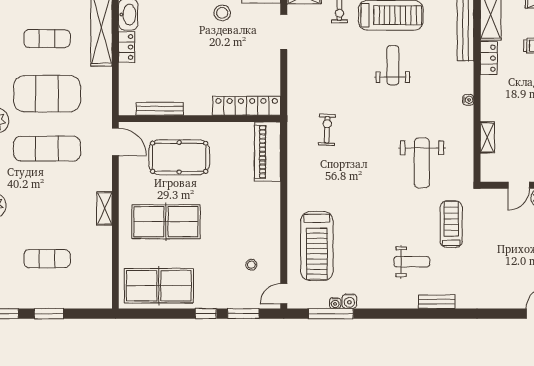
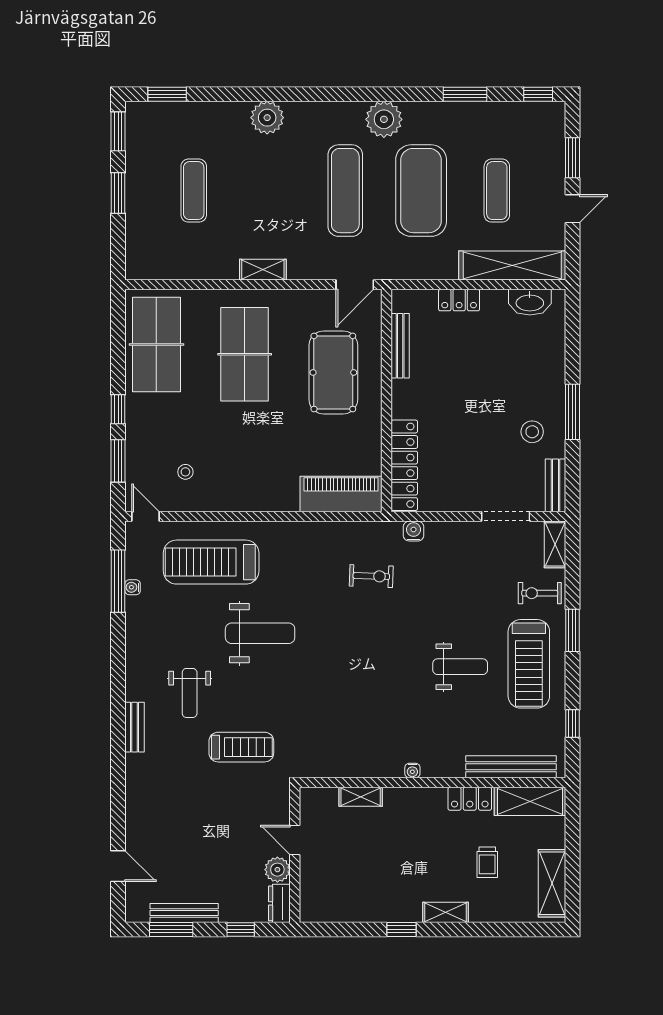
locker: (127, 47) -> (459, 300), moved
weight bench: (422, 163) -> (260, 633), moved, turned 180
water cooler: (349, 301) -> (414, 531), moved, turned 90

